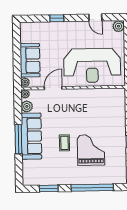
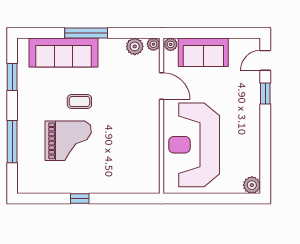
door: (95, 18) -> (265, 60), moved
sofa: (31, 136) -> (64, 53), moved
window: (92, 188) -> (12, 142), width x0.68

